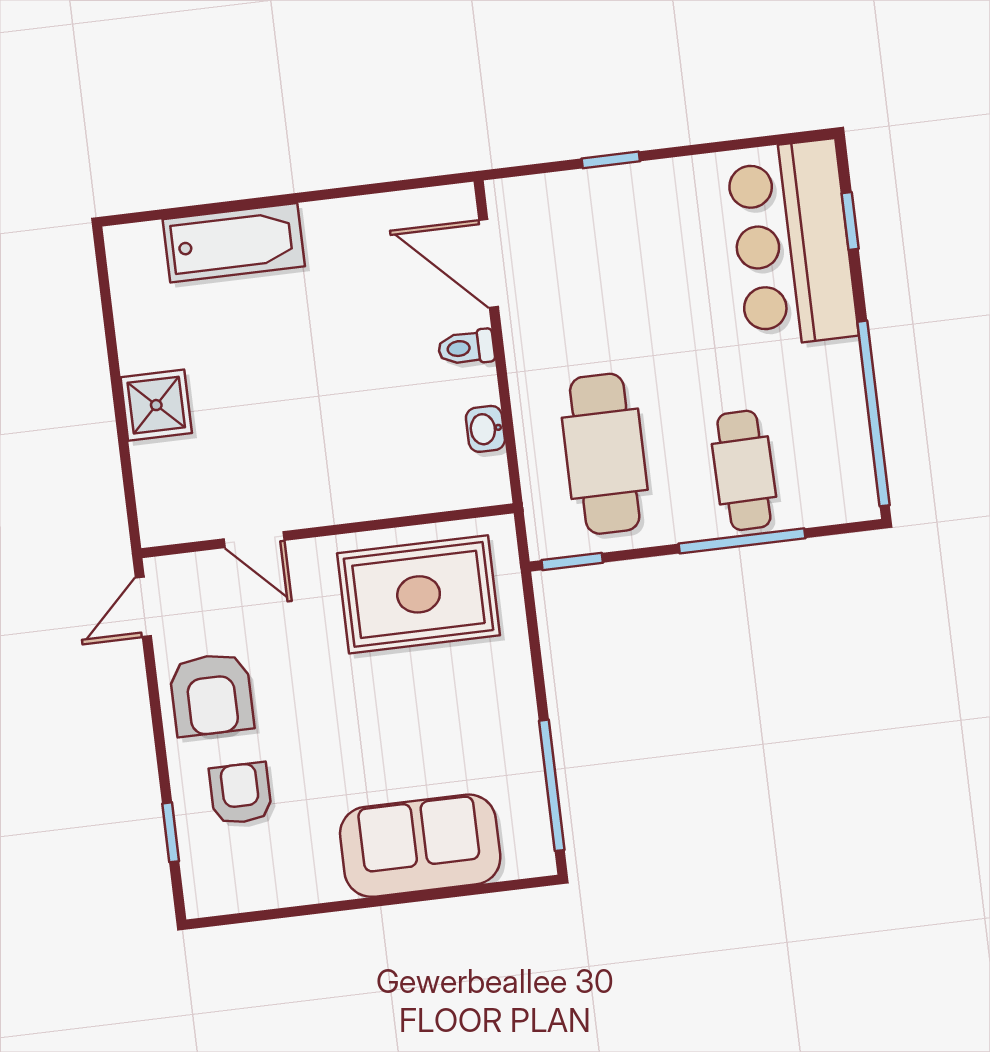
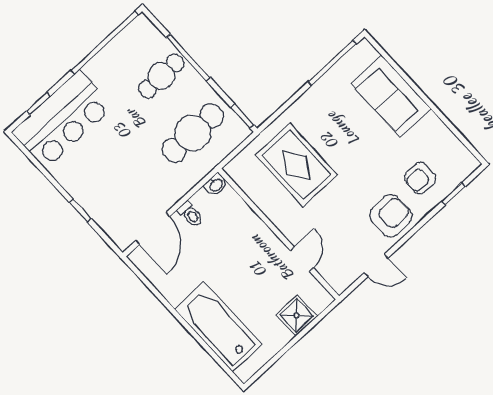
bathtub: (234, 243) -> (218, 327), width x1.36, depth x1.36
wall: (328, 531) -> (279, 234), moved
door: (254, 540) -> (302, 259), moved

